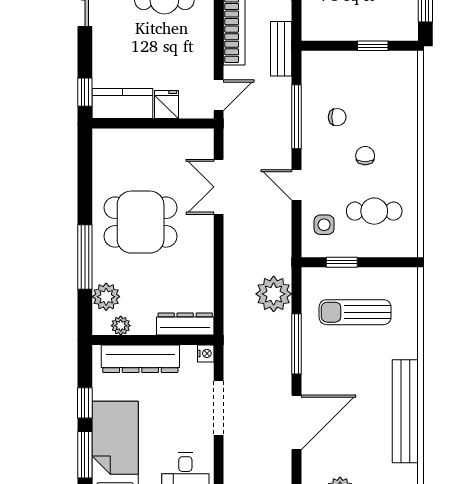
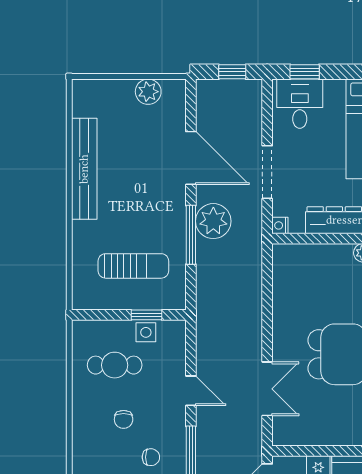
chair: (337, 117) -> (151, 457), turned 180
side table: (324, 225) -> (146, 332), moved
plant: (274, 294) -> (213, 221), moved
dresser: (185, 324) -> (300, 254), removed
door: (296, 422) -> (191, 158), swing flipped

